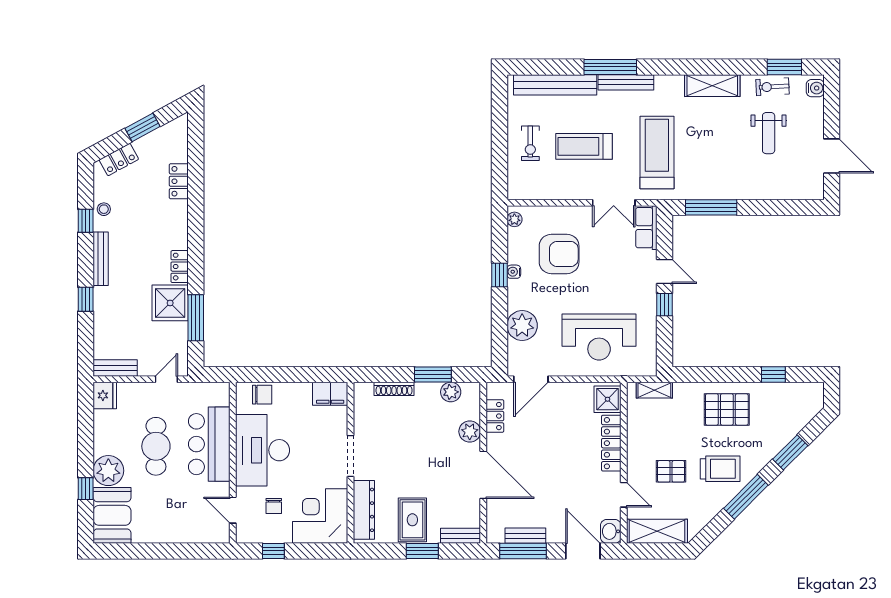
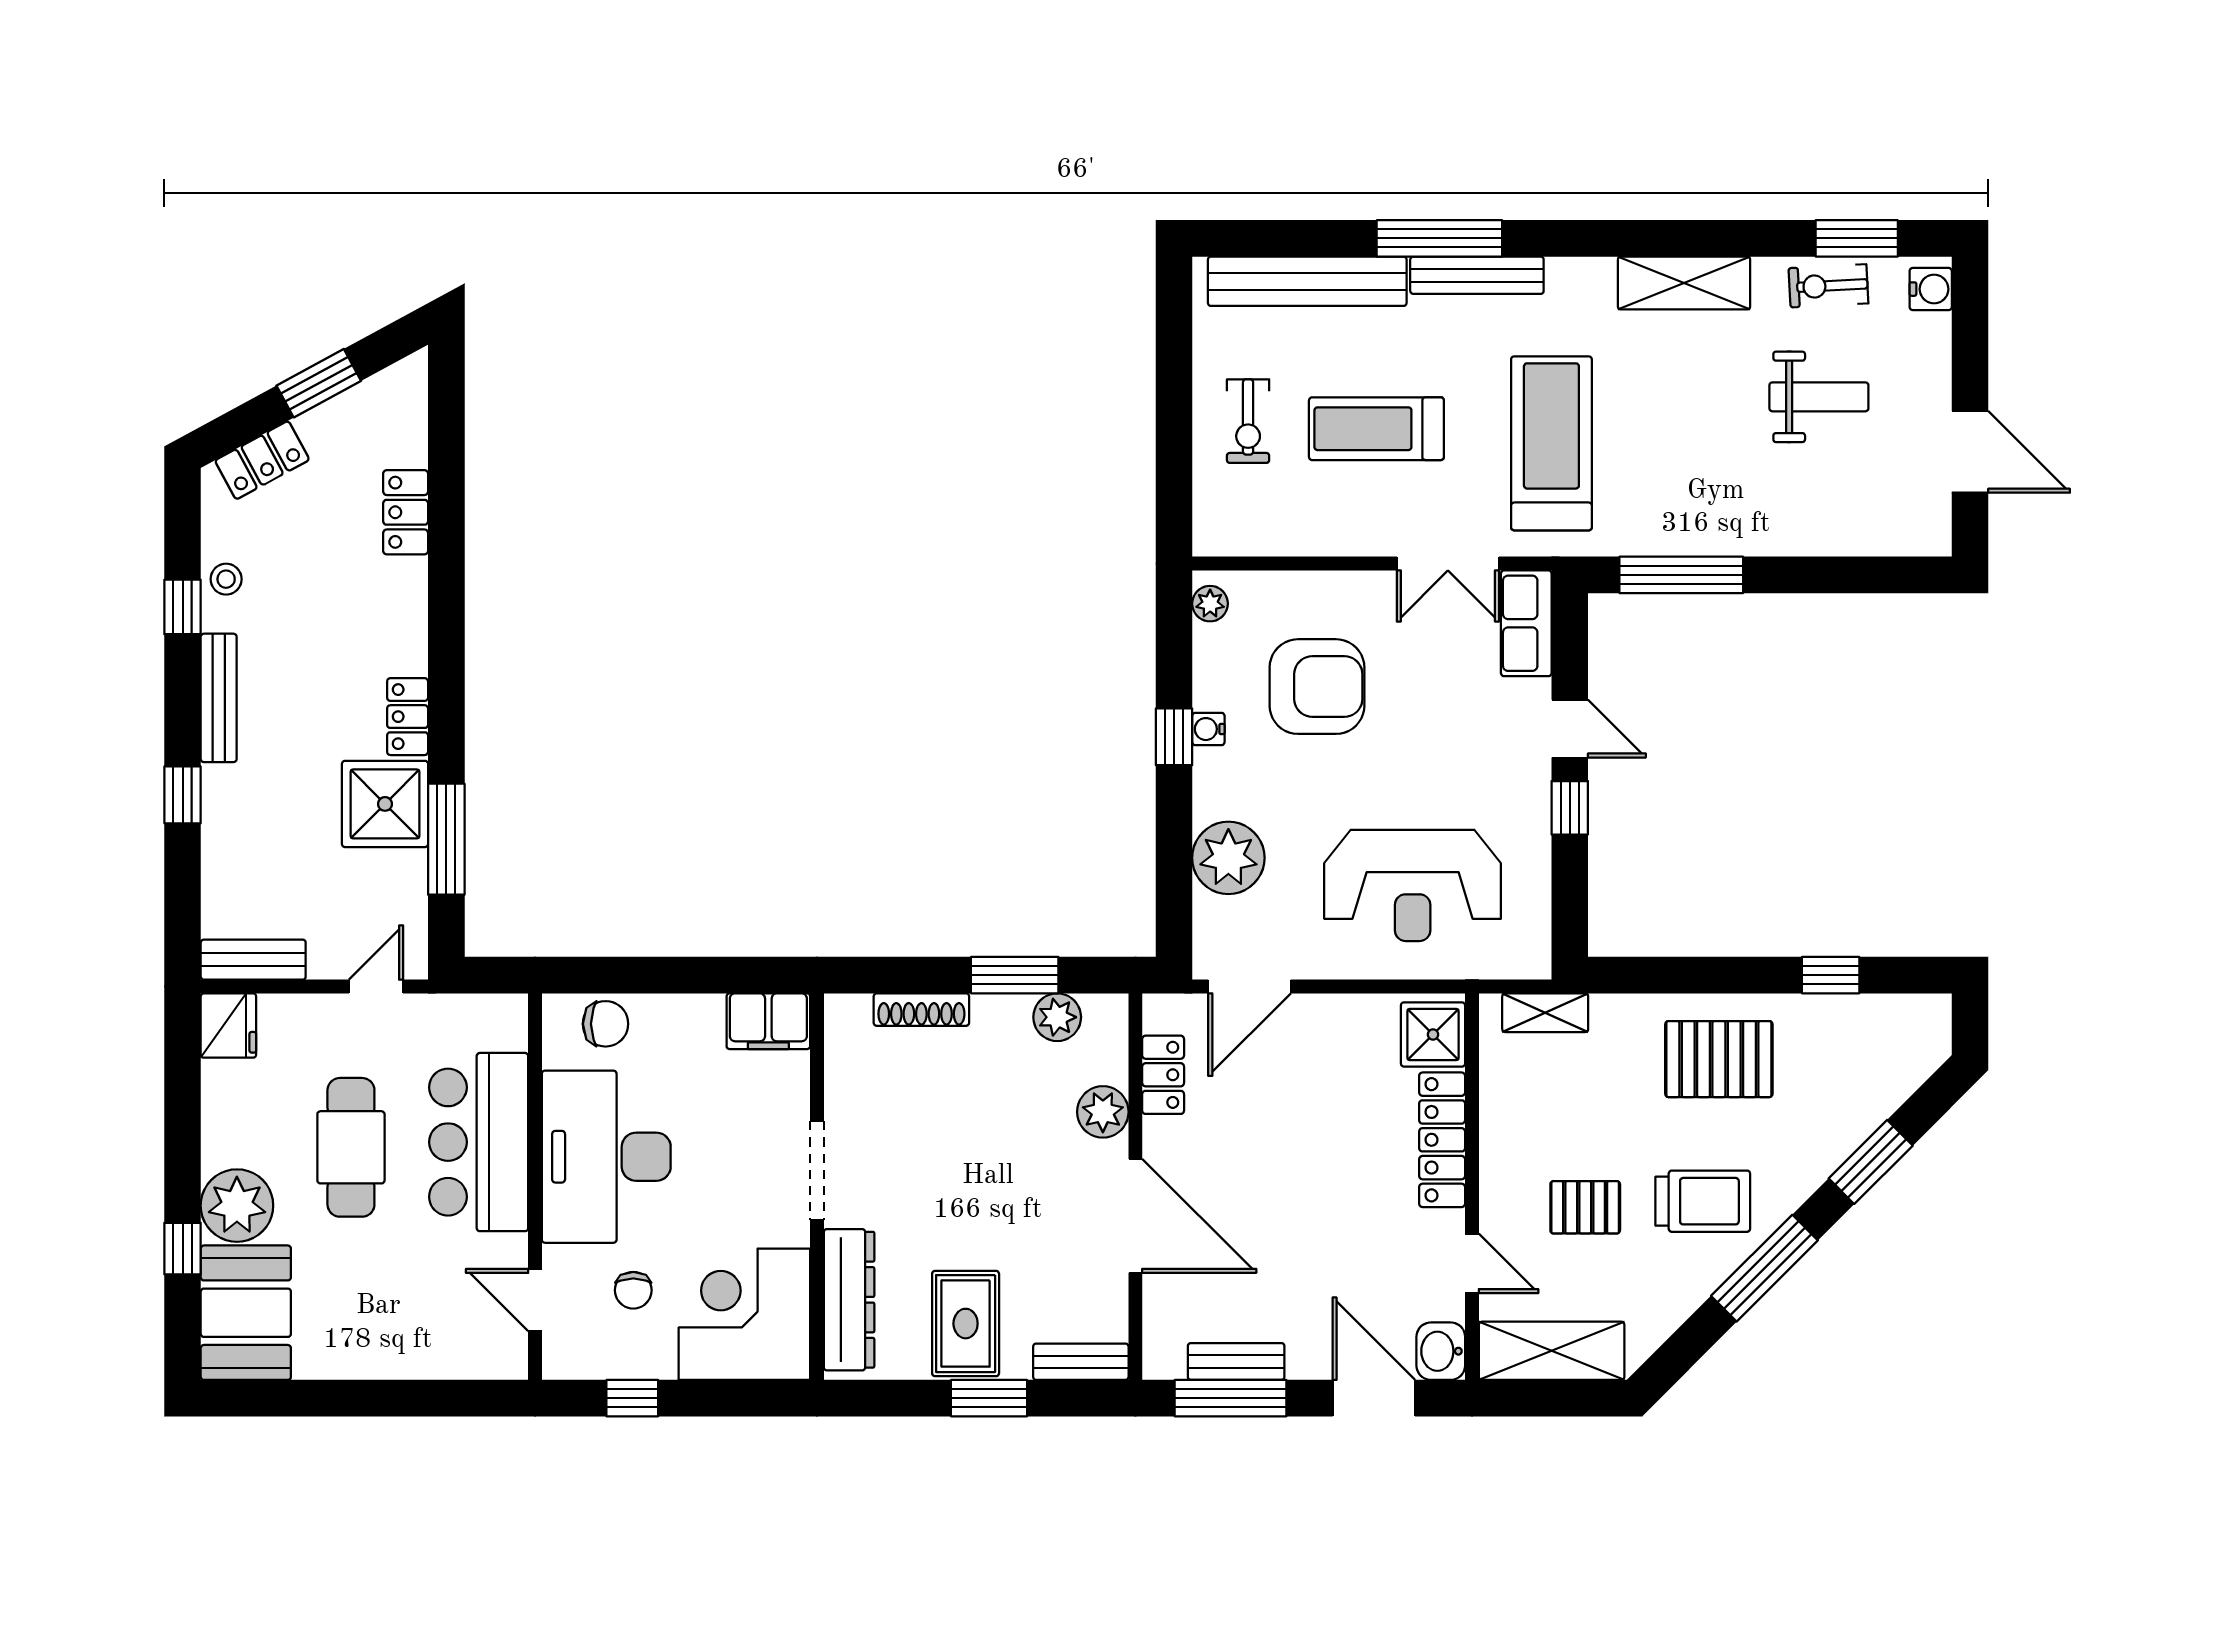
weight bench: (769, 133) -> (1819, 397), turned -90

